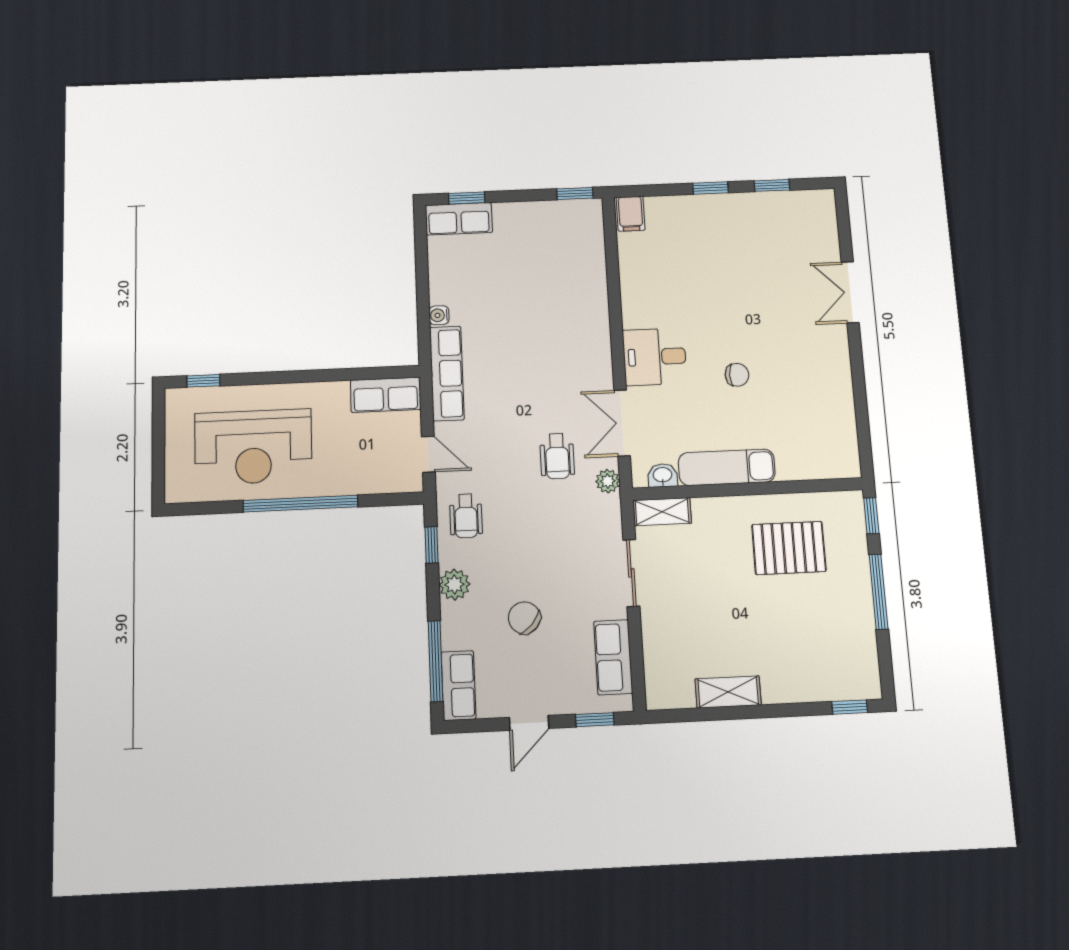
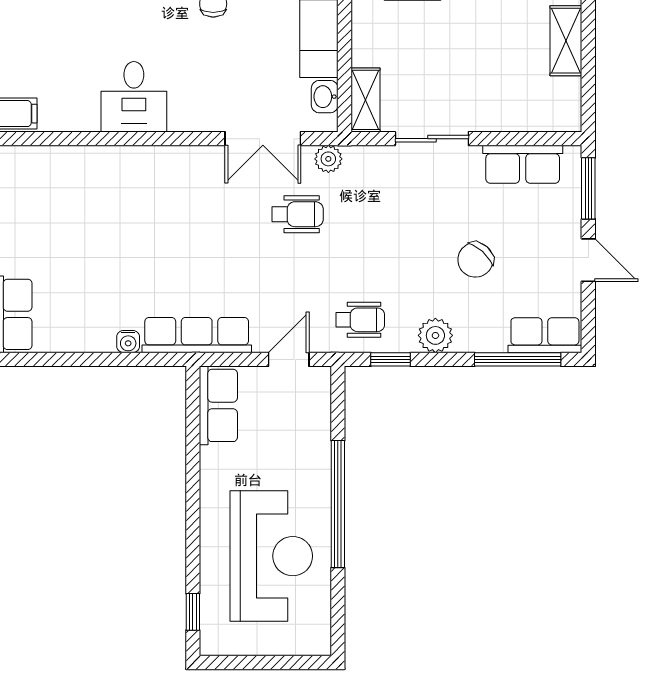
desk: (655, 357) -> (134, 97), moved
window: (595, 720) -> (588, 188), width x1.50

